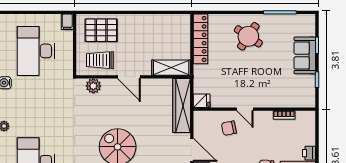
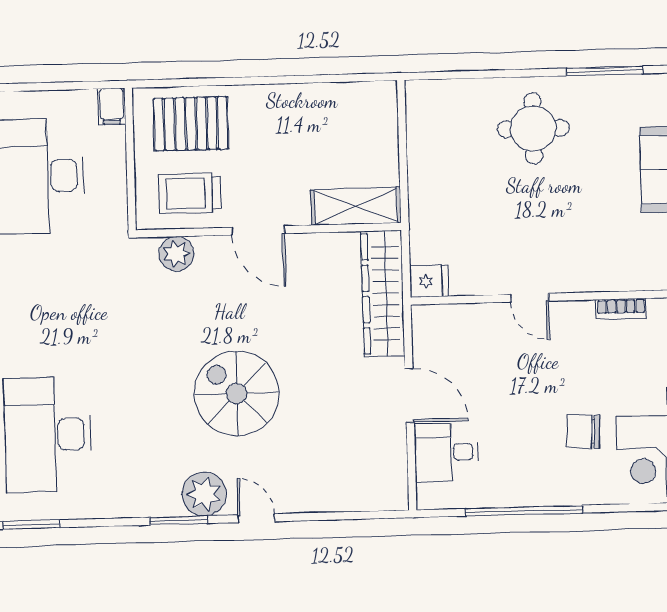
round table: (248, 36) -> (533, 128), turned -34
locker: (201, 39) -> (422, 138), removed
chair: (229, 128) -> (494, 343), removed

